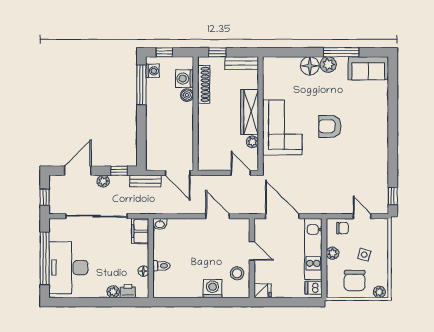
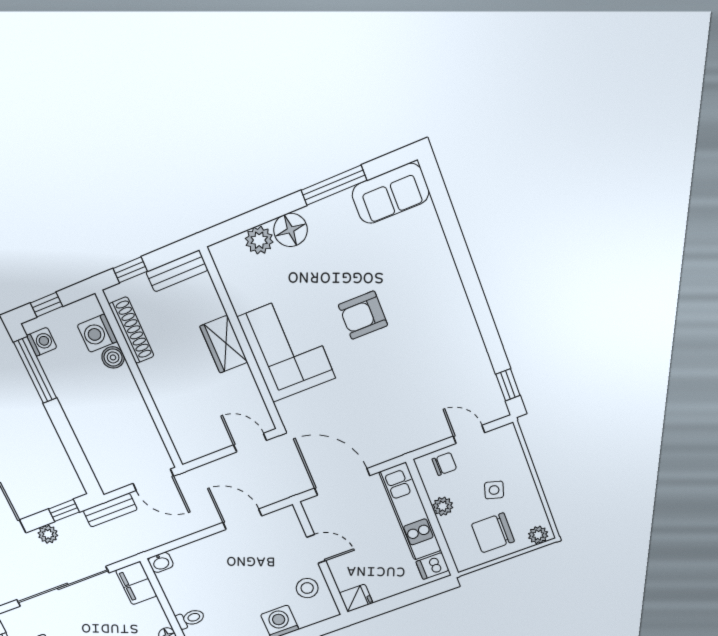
plant: (328, 65) -> (259, 240), moved
wardrobe: (250, 112) -> (224, 344), width x0.67
plant: (252, 142) -> (248, 389), removed
chair: (355, 281) -> (493, 533), turned 90

